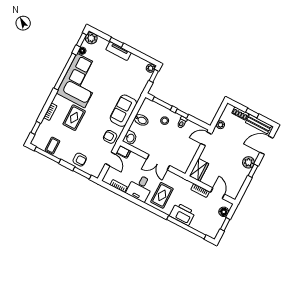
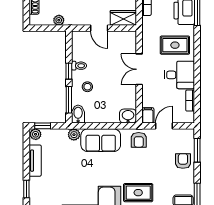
tv unit: (119, 51) -> (35, 161), moved
plant: (137, 94) -> (74, 135), added
bidet: (141, 120) -> (78, 114), moved
door: (206, 139) -> (99, 28), moved
double door: (158, 162) -> (139, 69), swing flipped

